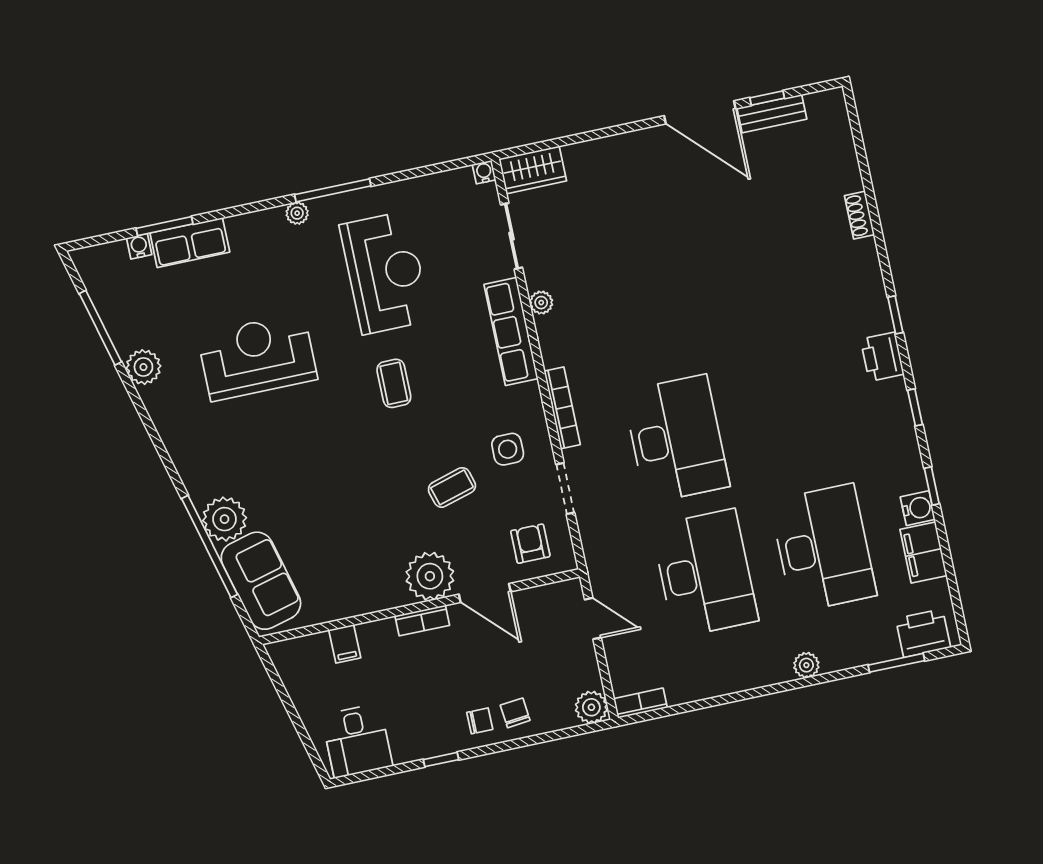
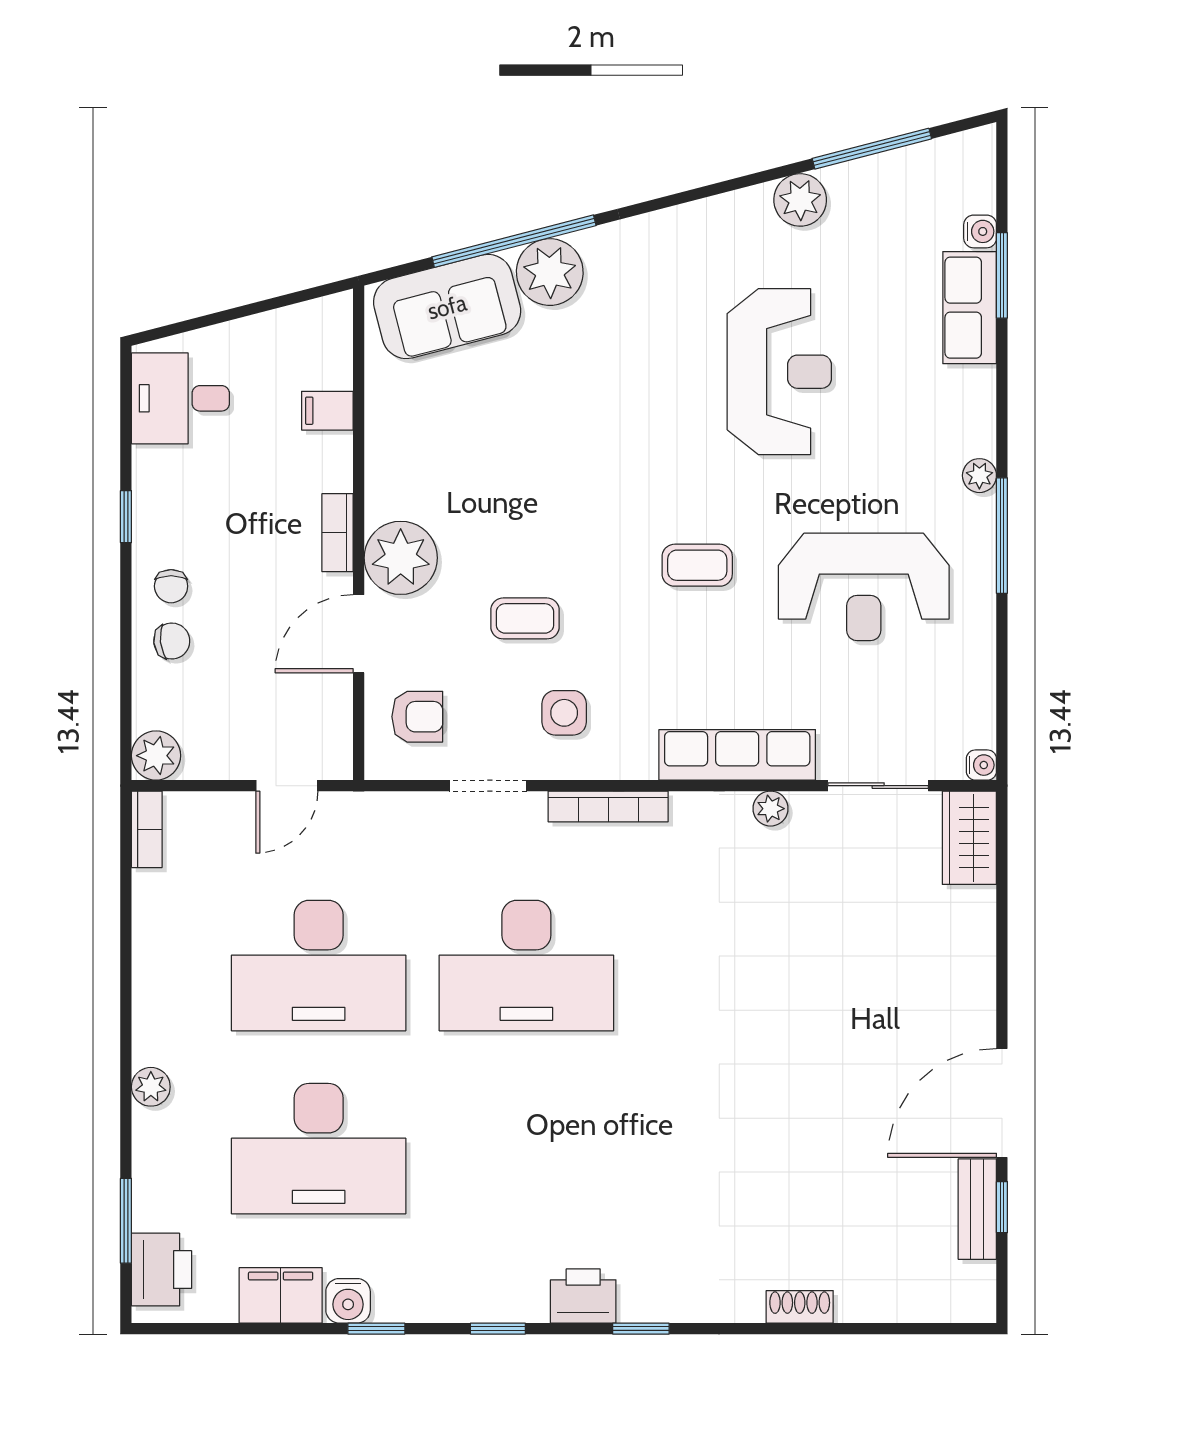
coffee table: (452, 487) -> (525, 618), turned -74

